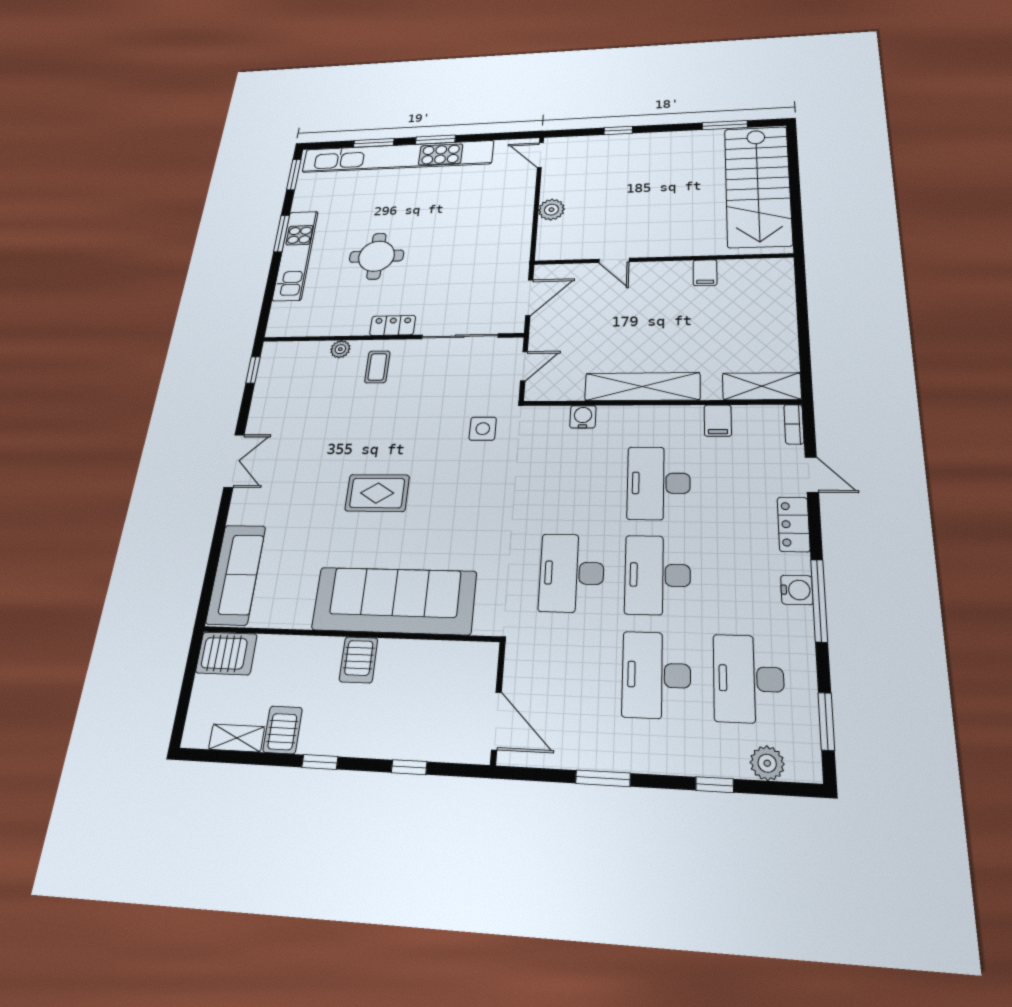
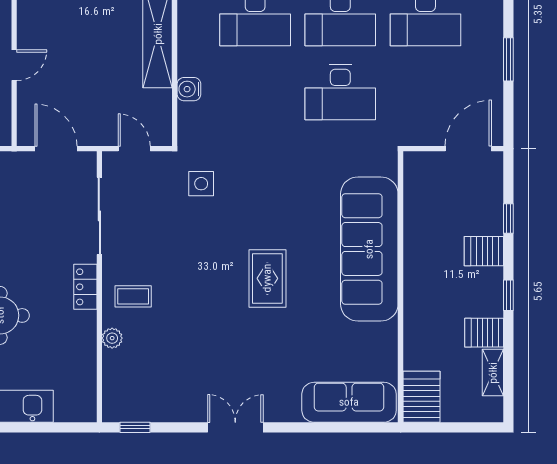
server rack: (359, 660) -> (484, 251), moved, turned 180

